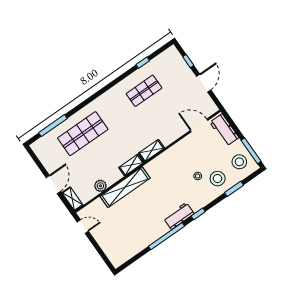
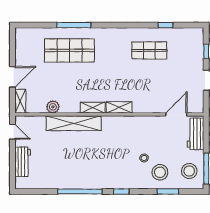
door: (199, 125) -> (176, 114), hinge flipped
window: (53, 126) -> (74, 25), moved
workbench: (179, 216) -> (23, 162), moved, turned 90

